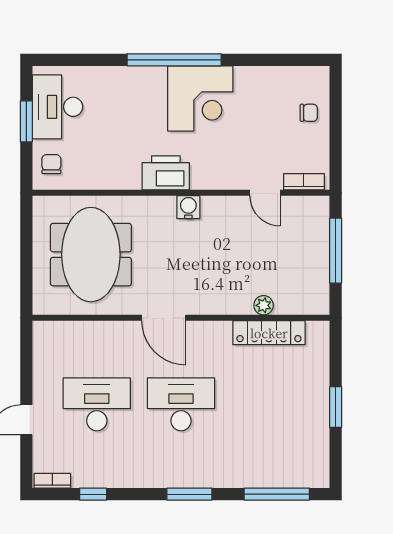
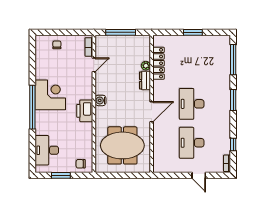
desk: (58, 107) -> (47, 150), moved, turned 90
dresser: (232, 303) -> (145, 81), added

